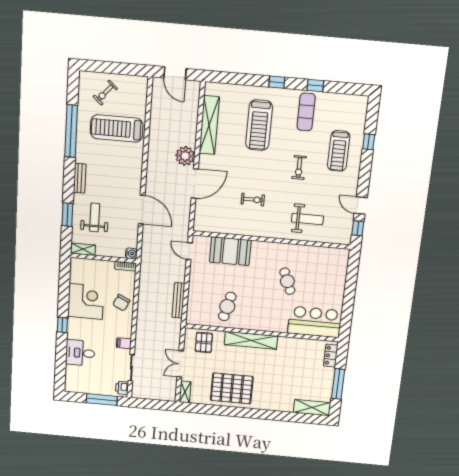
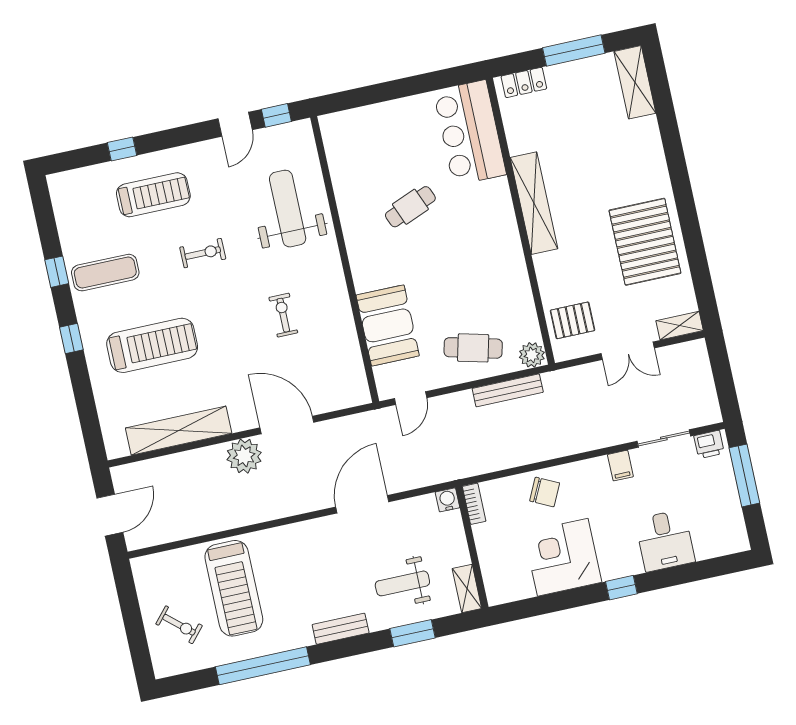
weight bench: (307, 219) -> (288, 209), width x1.36, depth x1.33
cafe table: (227, 307) -> (473, 348), moved
plant: (193, 318) -> (532, 355), added
shelving: (251, 340) -> (534, 203), moved

